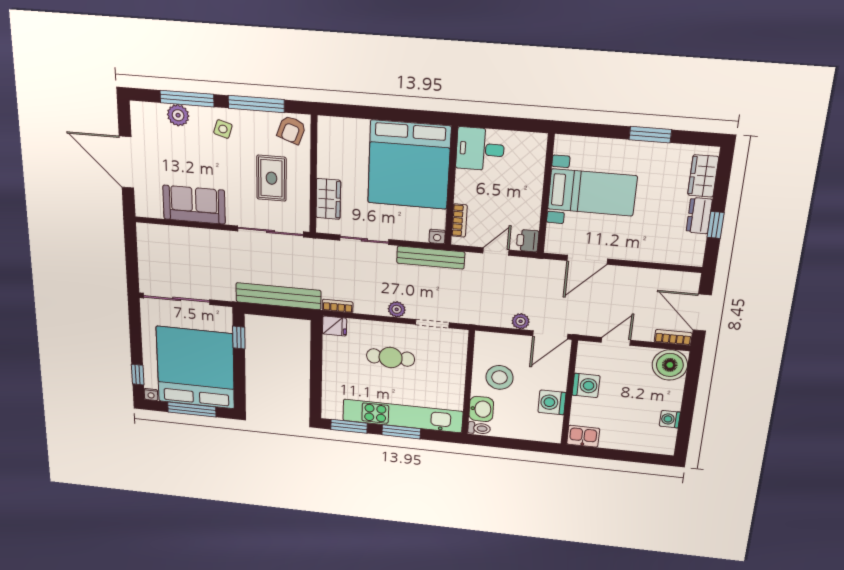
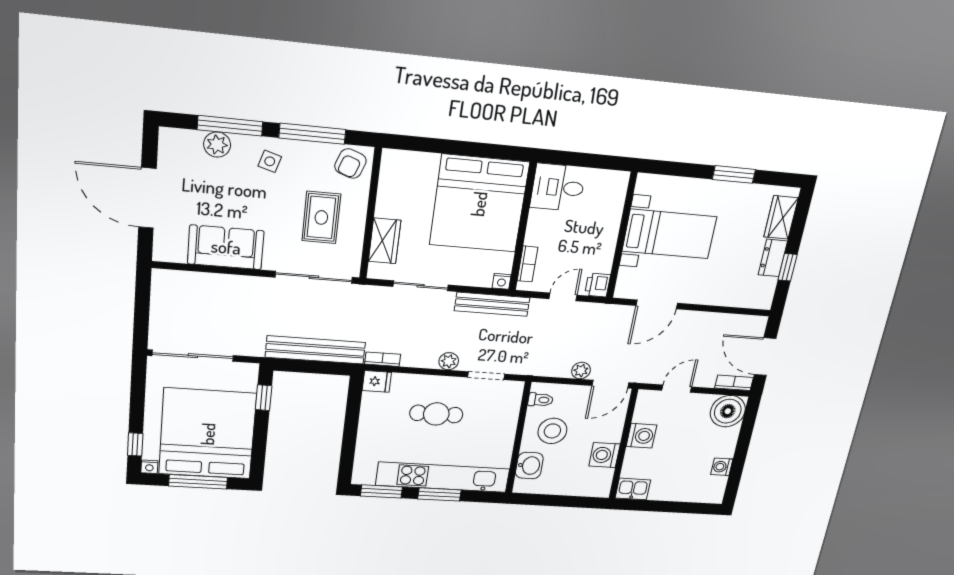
toilet: (479, 428) -> (541, 400), moved

